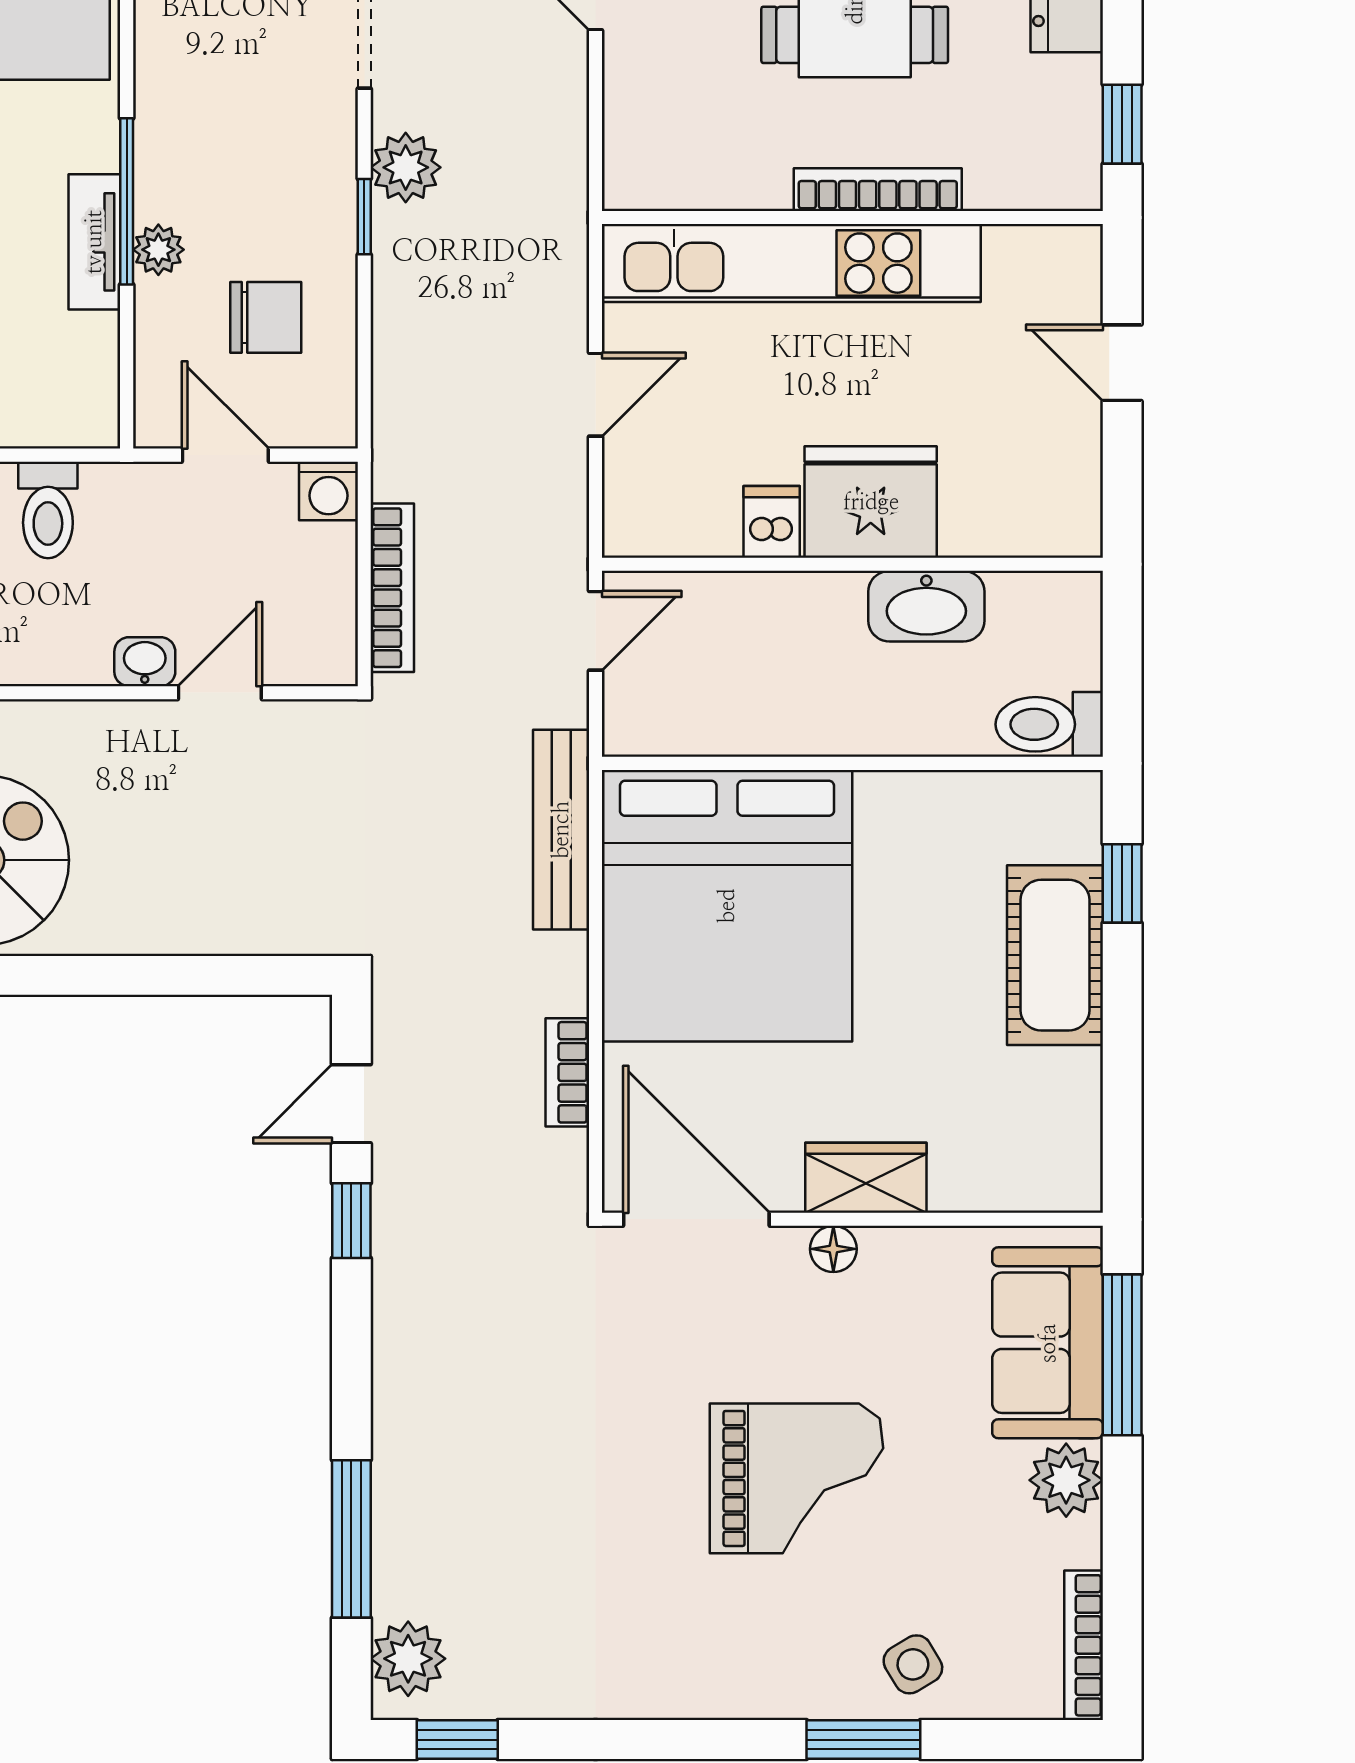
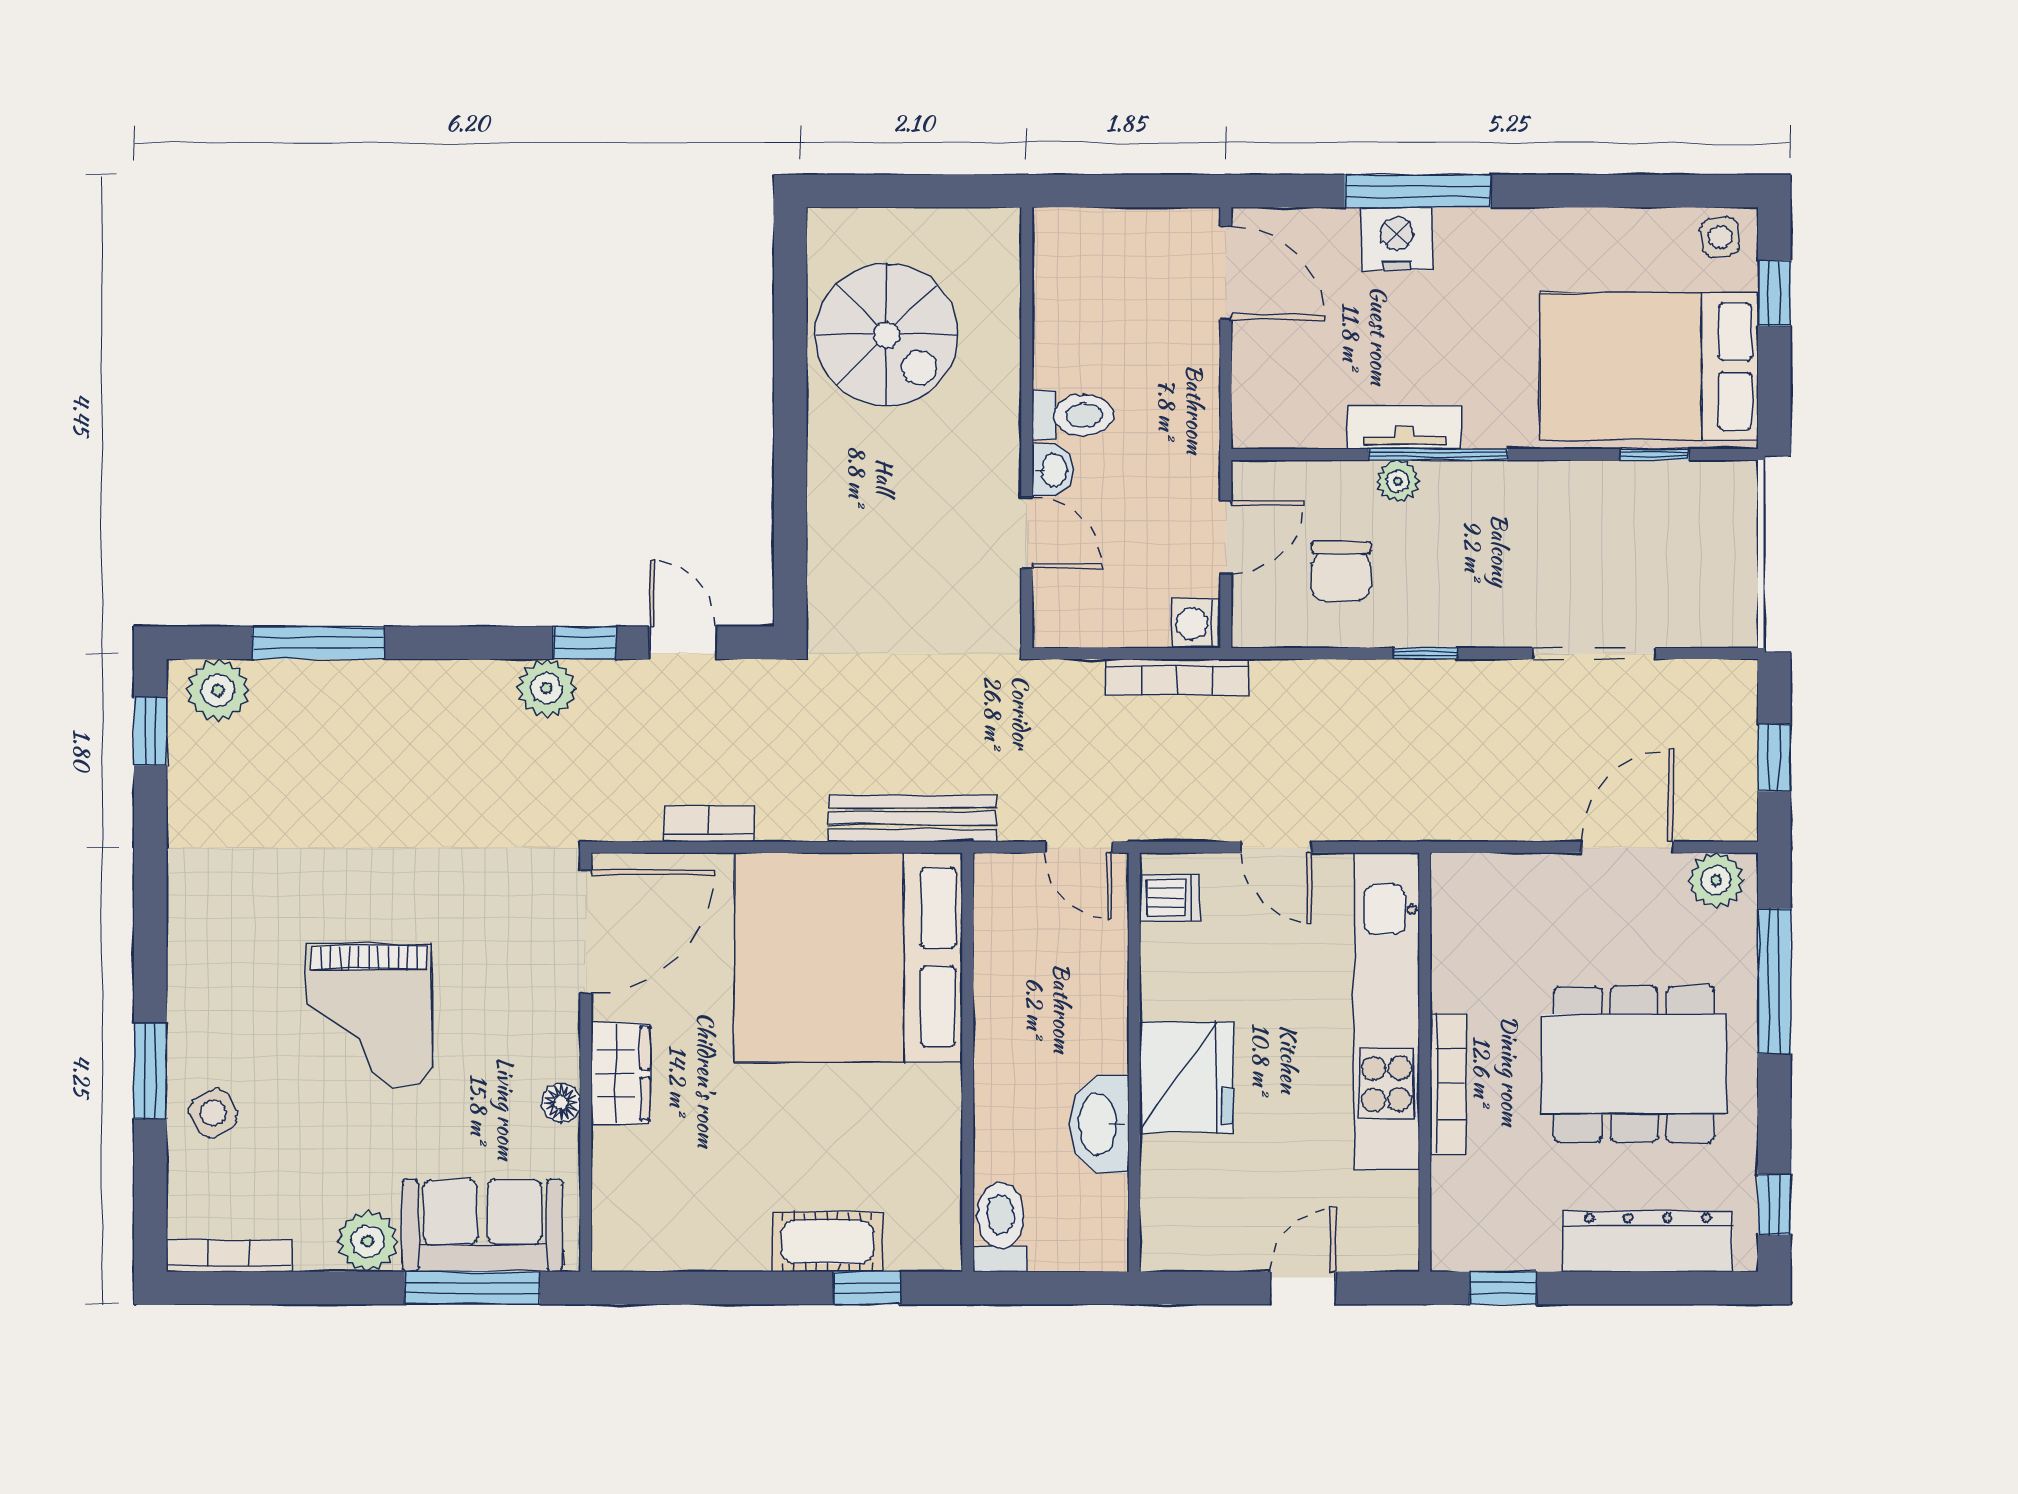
plant: (406, 167) -> (546, 688), moved
toilet: (48, 510) -> (1073, 415), moved, turned 180
dishwasher: (772, 522) -> (1170, 898), moved
bookcase: (392, 588) -> (1177, 677), moved
cot: (1055, 955) -> (827, 1242), width x0.73, depth x0.75
floor lamp: (833, 1249) -> (561, 1103), moved

